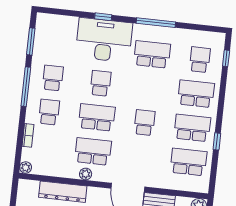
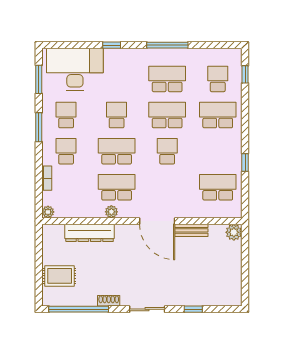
desk: (104, 40) -> (75, 69), moved
window: (26, 87) -> (39, 127), width x0.69
school desk: (192, 128) -> (167, 115), moved

